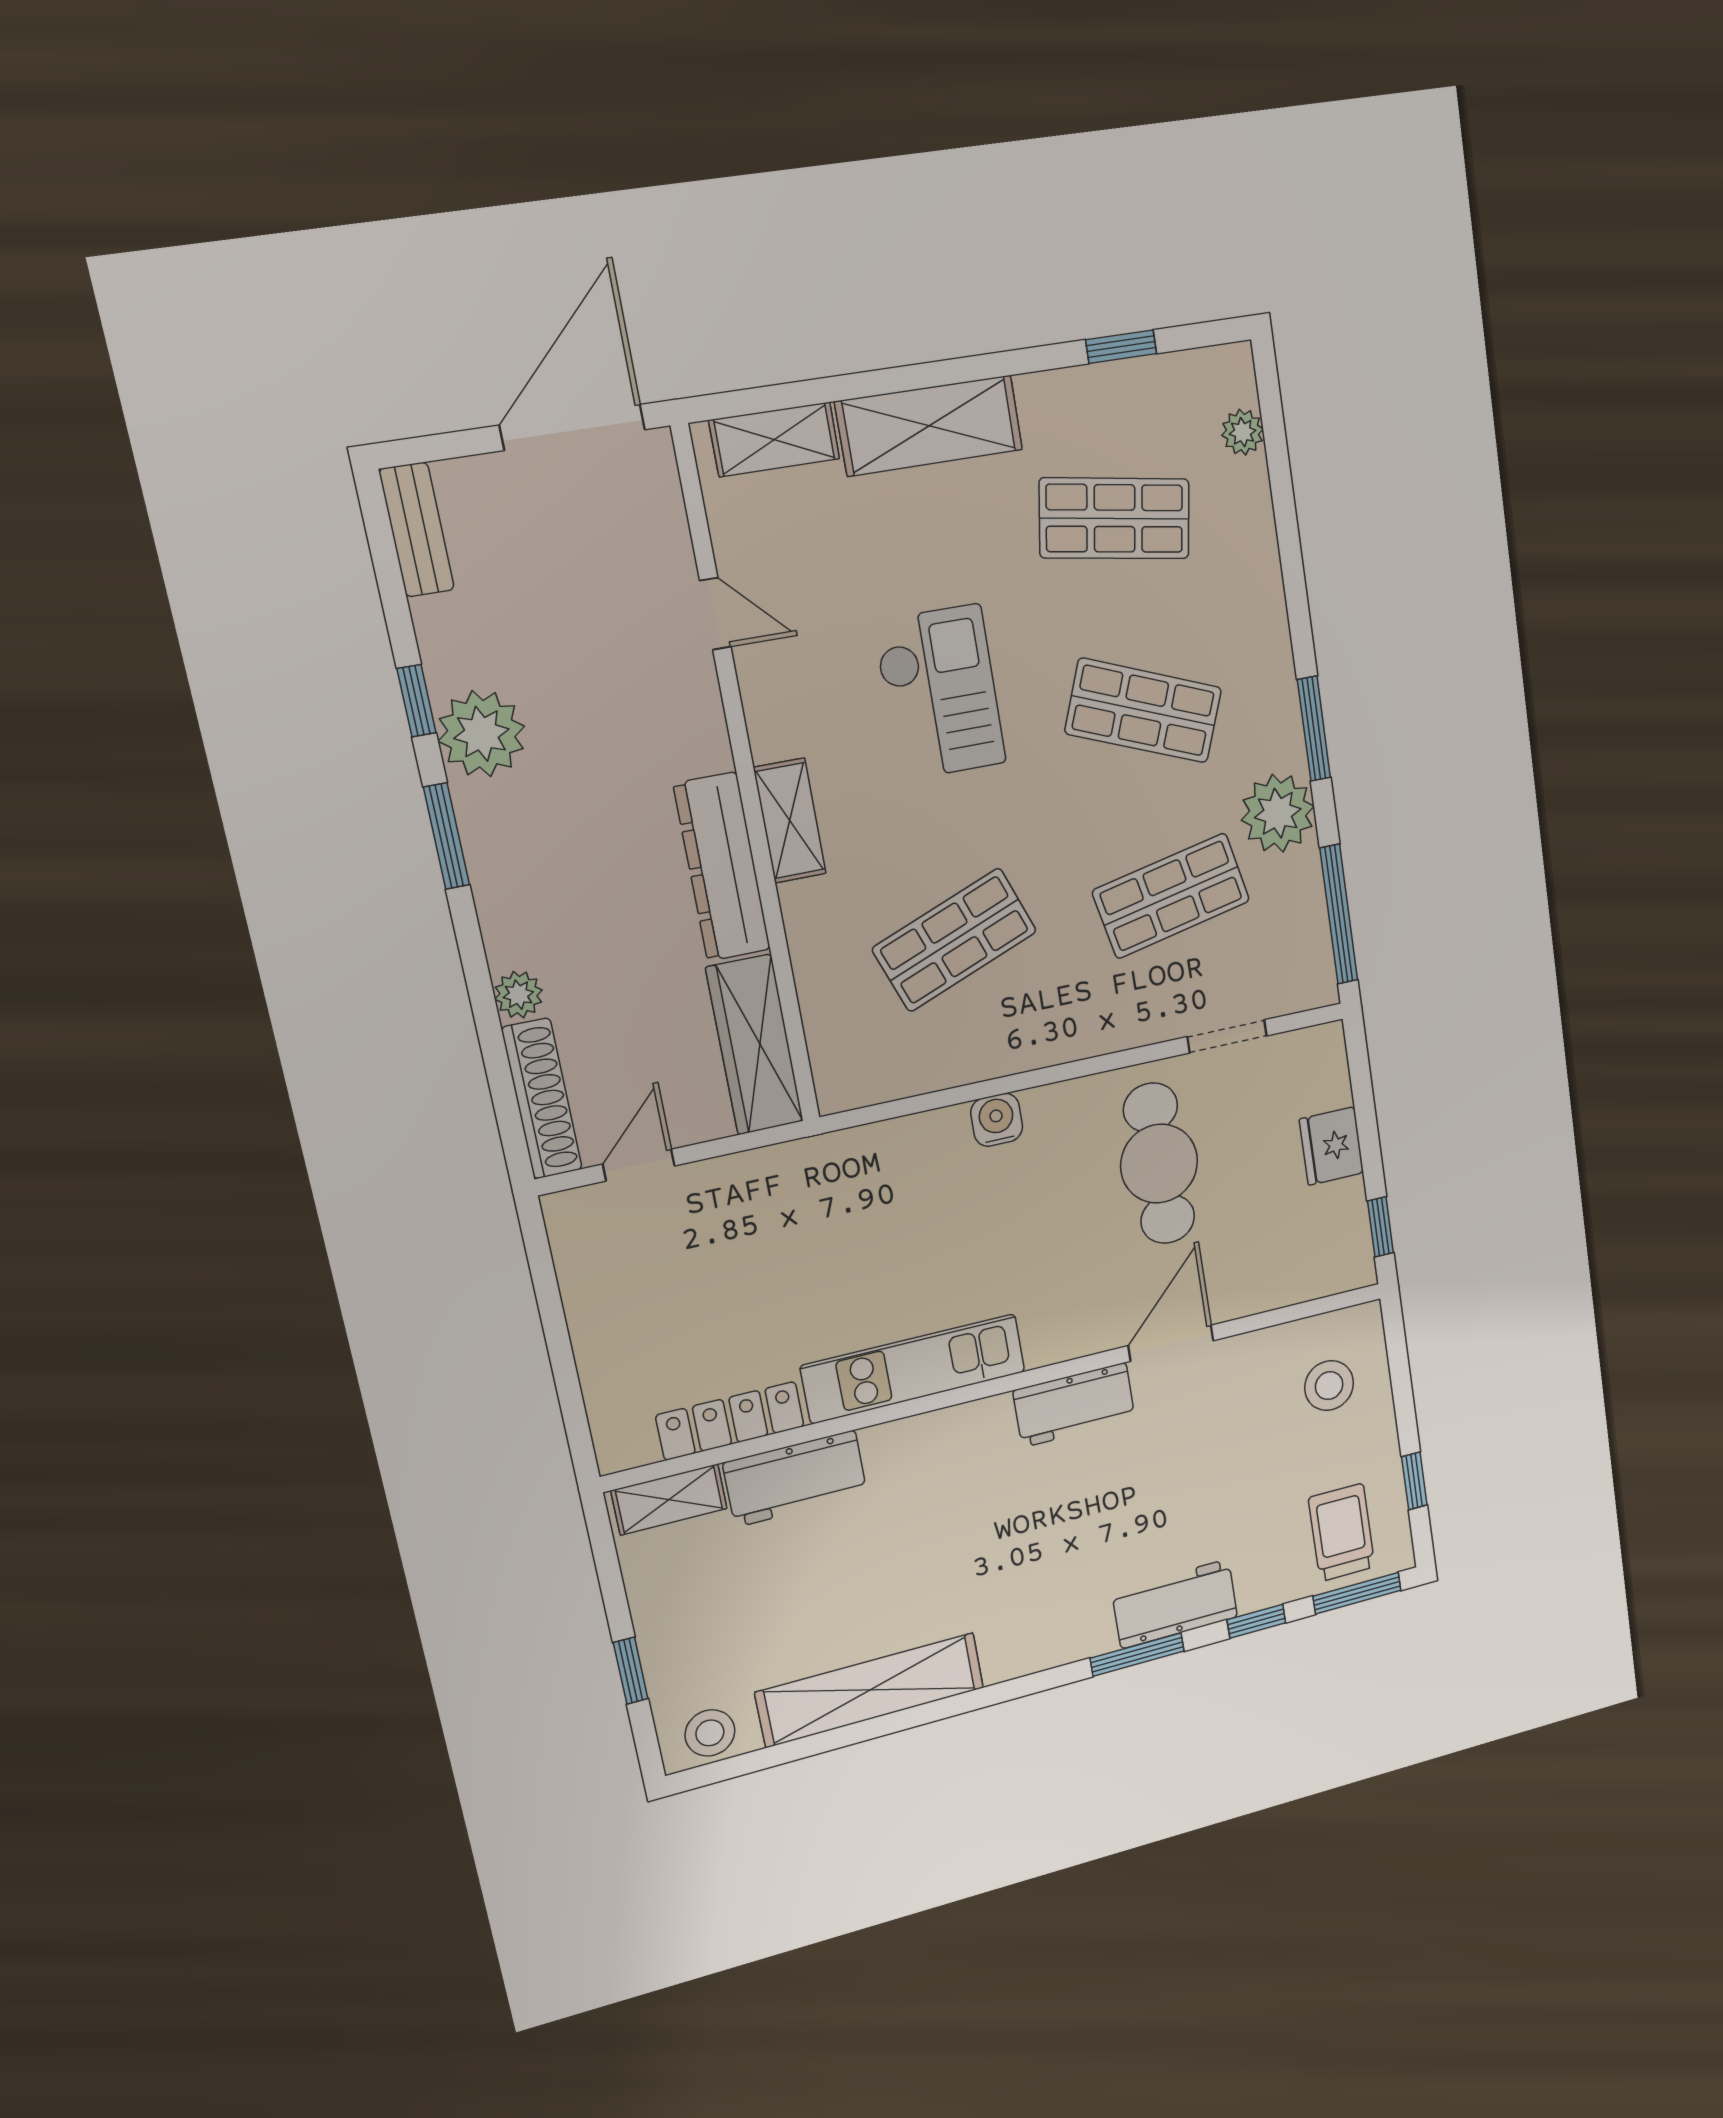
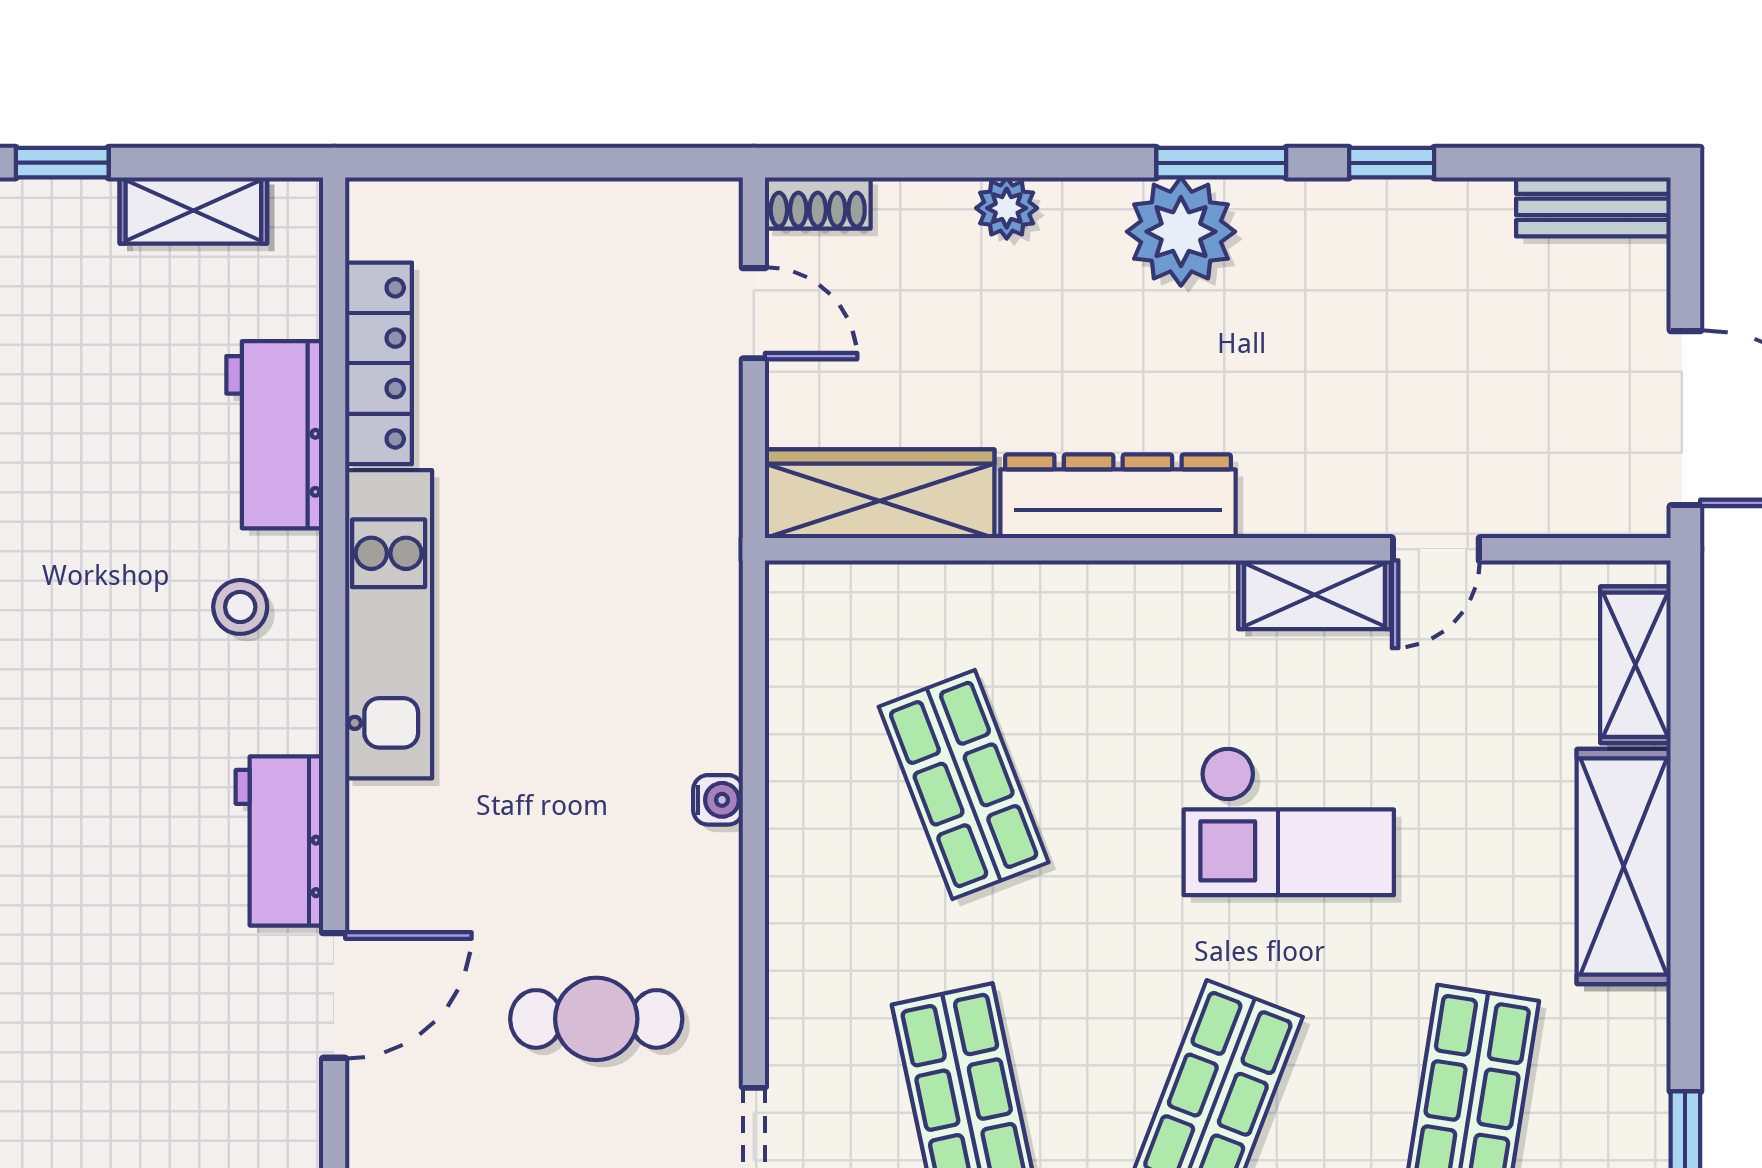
plant: (481, 734) -> (1181, 232), moved
shelving: (790, 821) -> (1314, 595), moved
shoe rack: (542, 1099) -> (818, 203), width x0.51, depth x0.81
water cooler: (997, 1120) -> (718, 800), width x0.72, depth x0.72
cafe table: (1159, 1164) -> (596, 1019), width x0.73, depth x0.74
door: (1171, 1343) -> (334, 995), hinge flipped
stool: (920, 1471) -> (240, 607), added
shelving: (669, 1500) -> (193, 211), moved, turned 90

